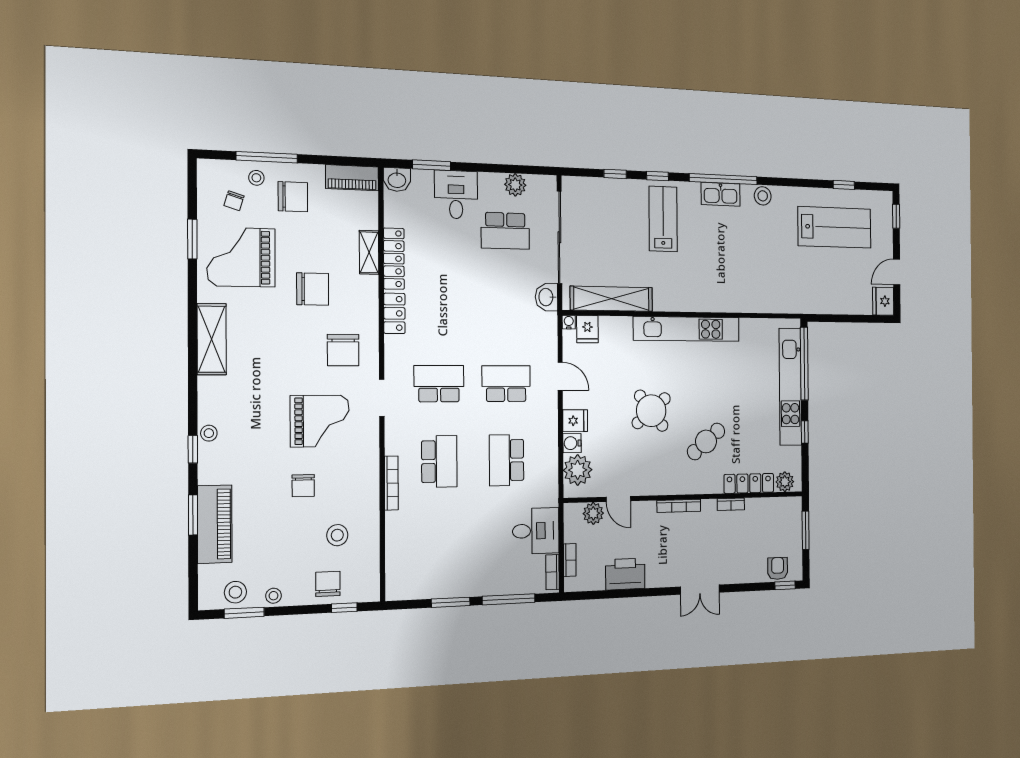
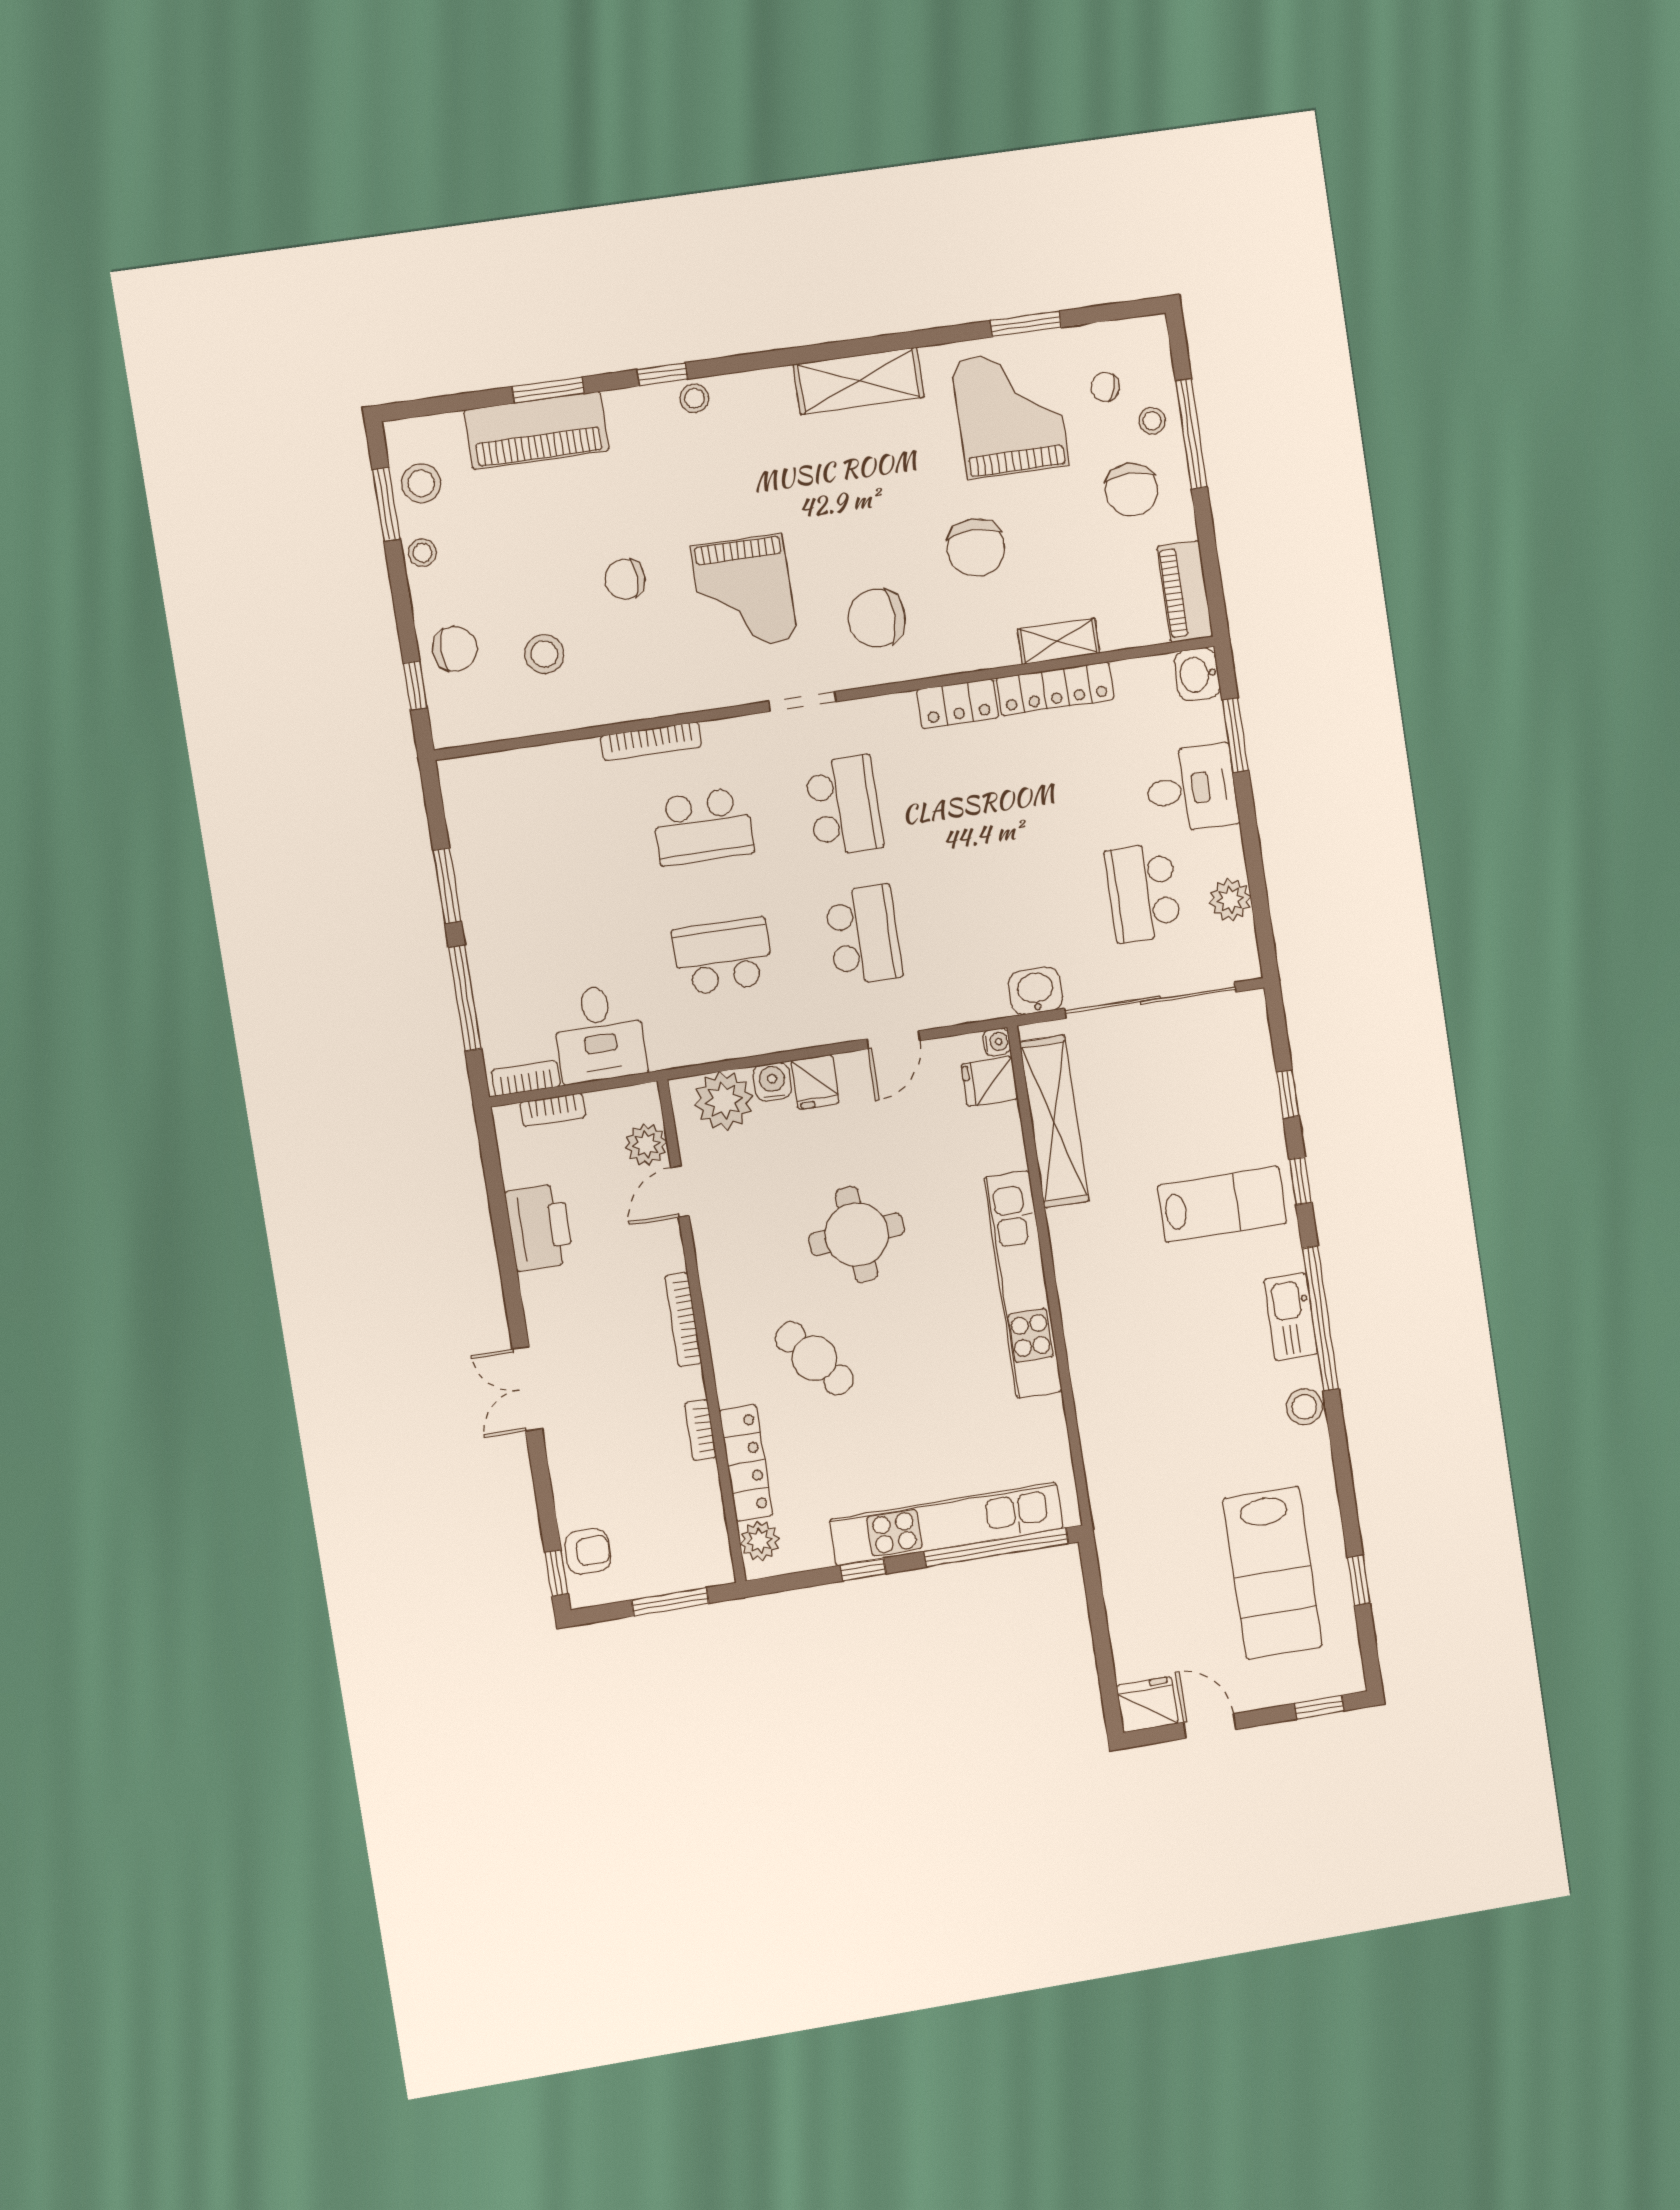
round table: (651, 411) -> (857, 1234), turned 34

